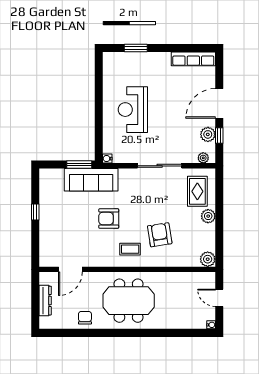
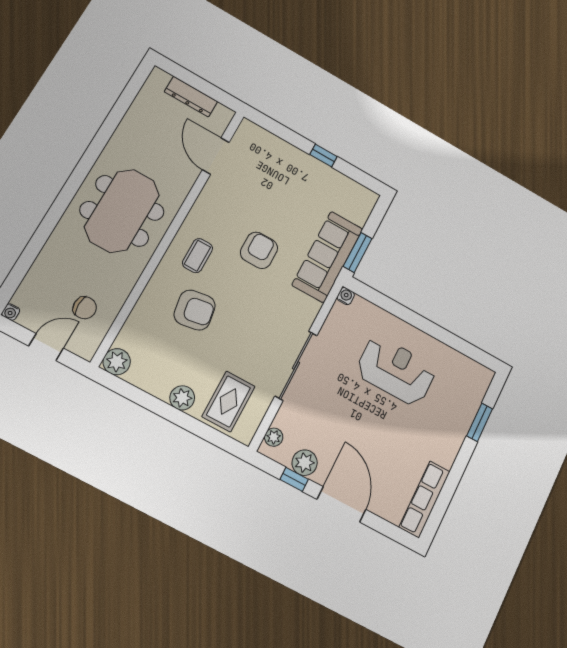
rug: (197, 191) -> (229, 401), turned 90
chair: (85, 318) -> (85, 308), moved

